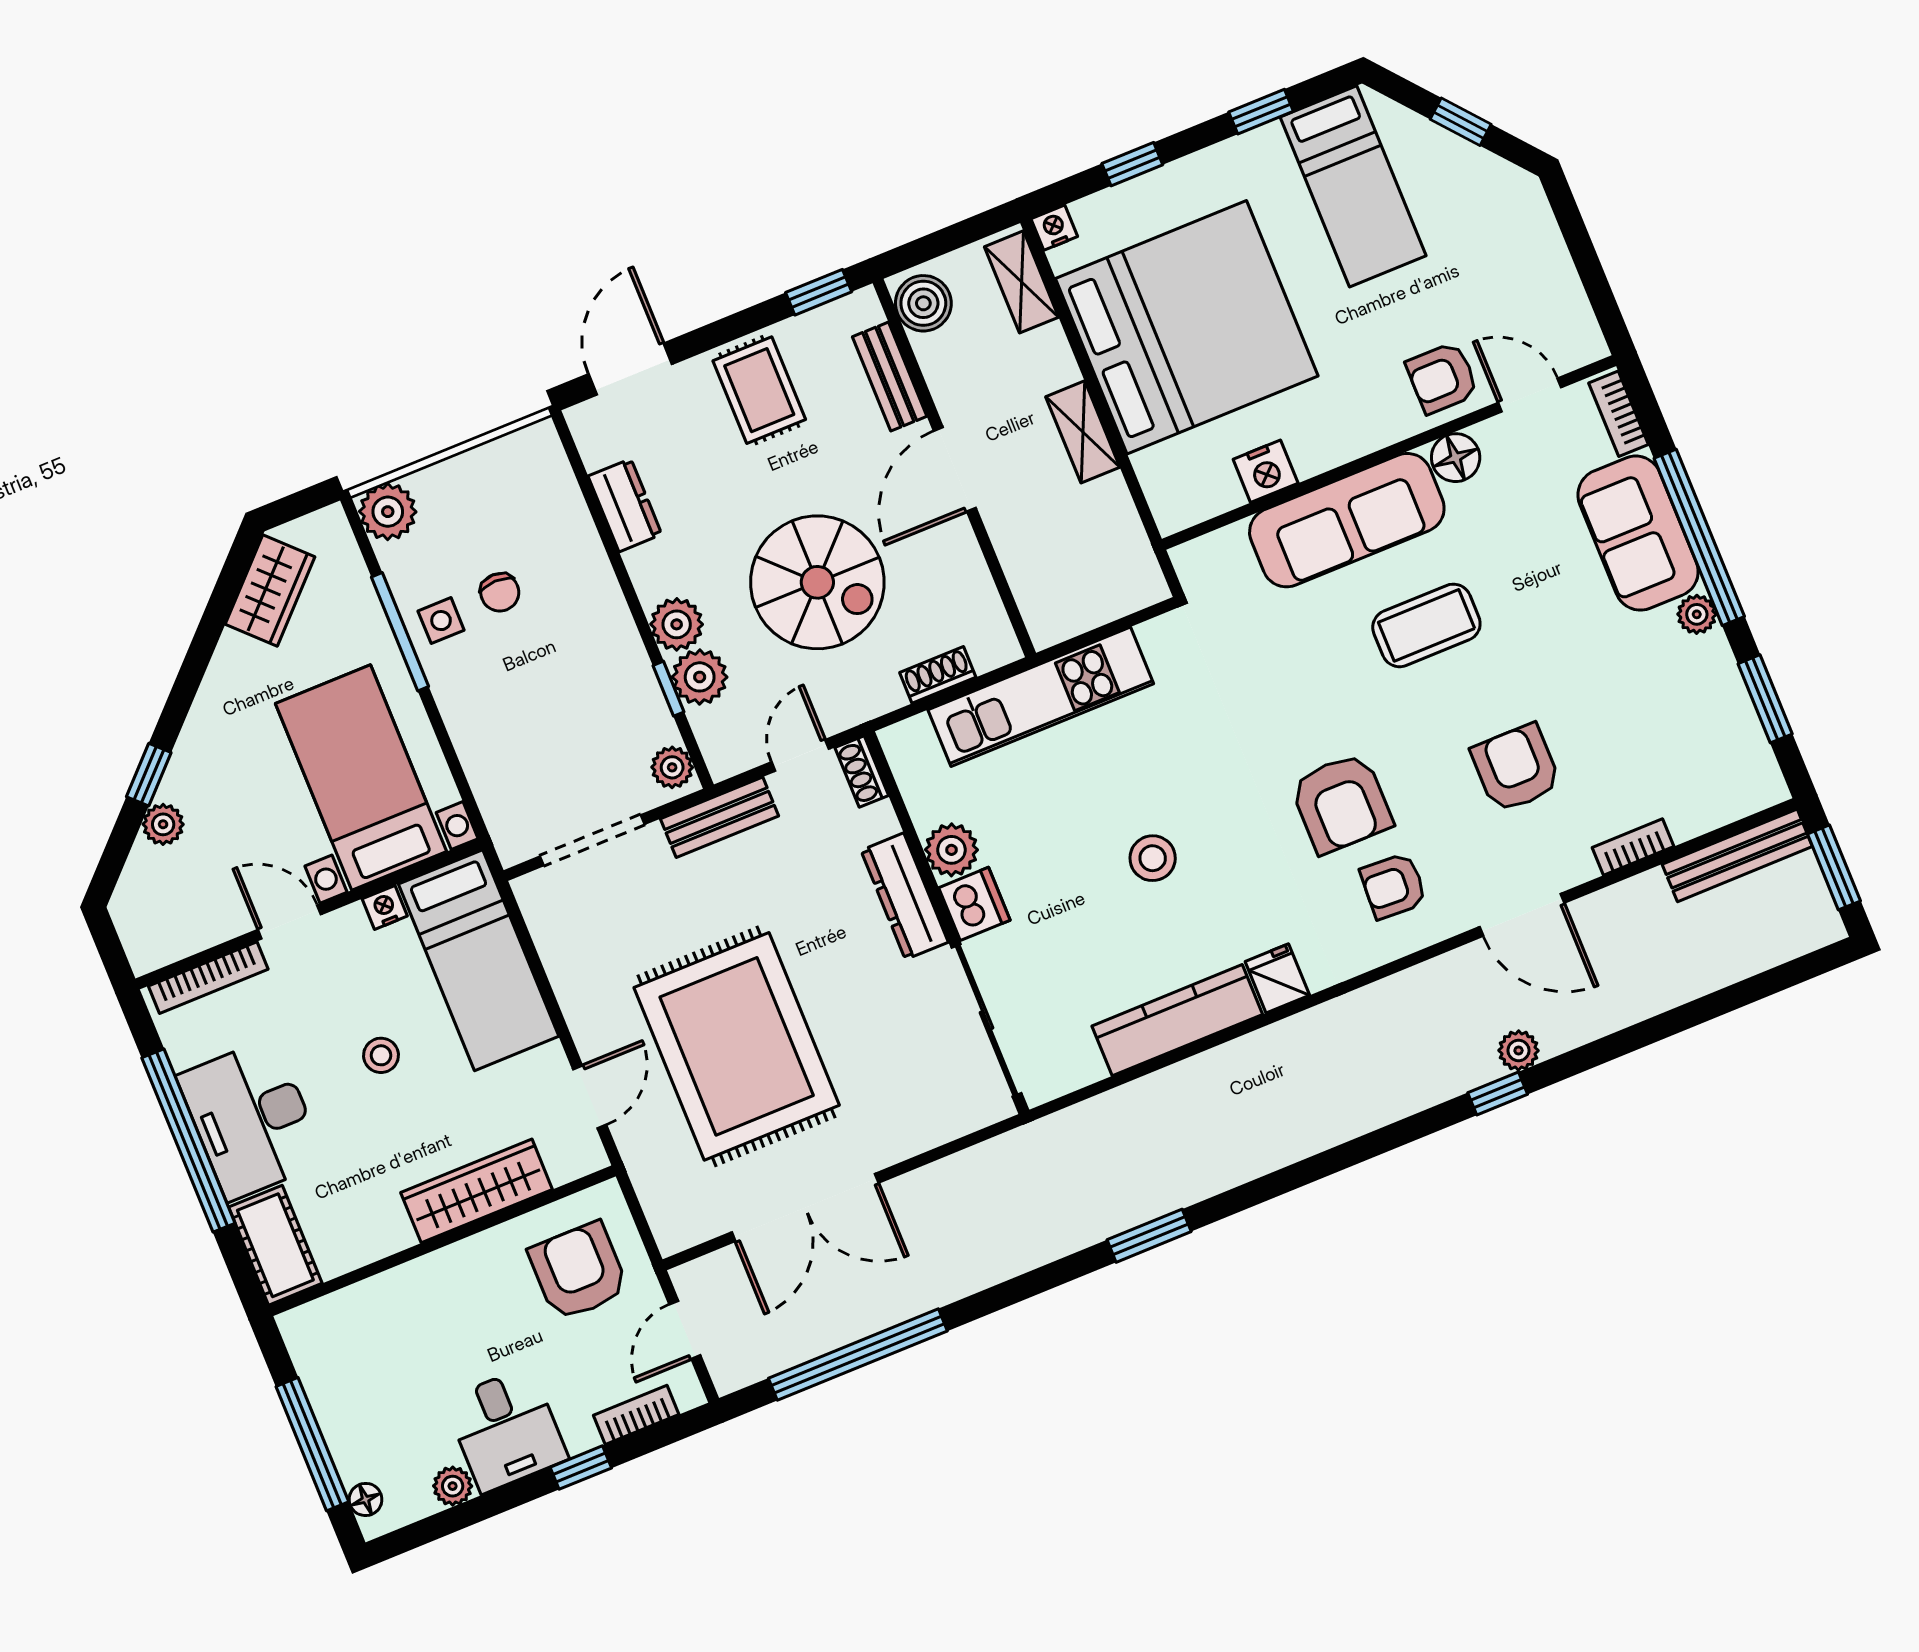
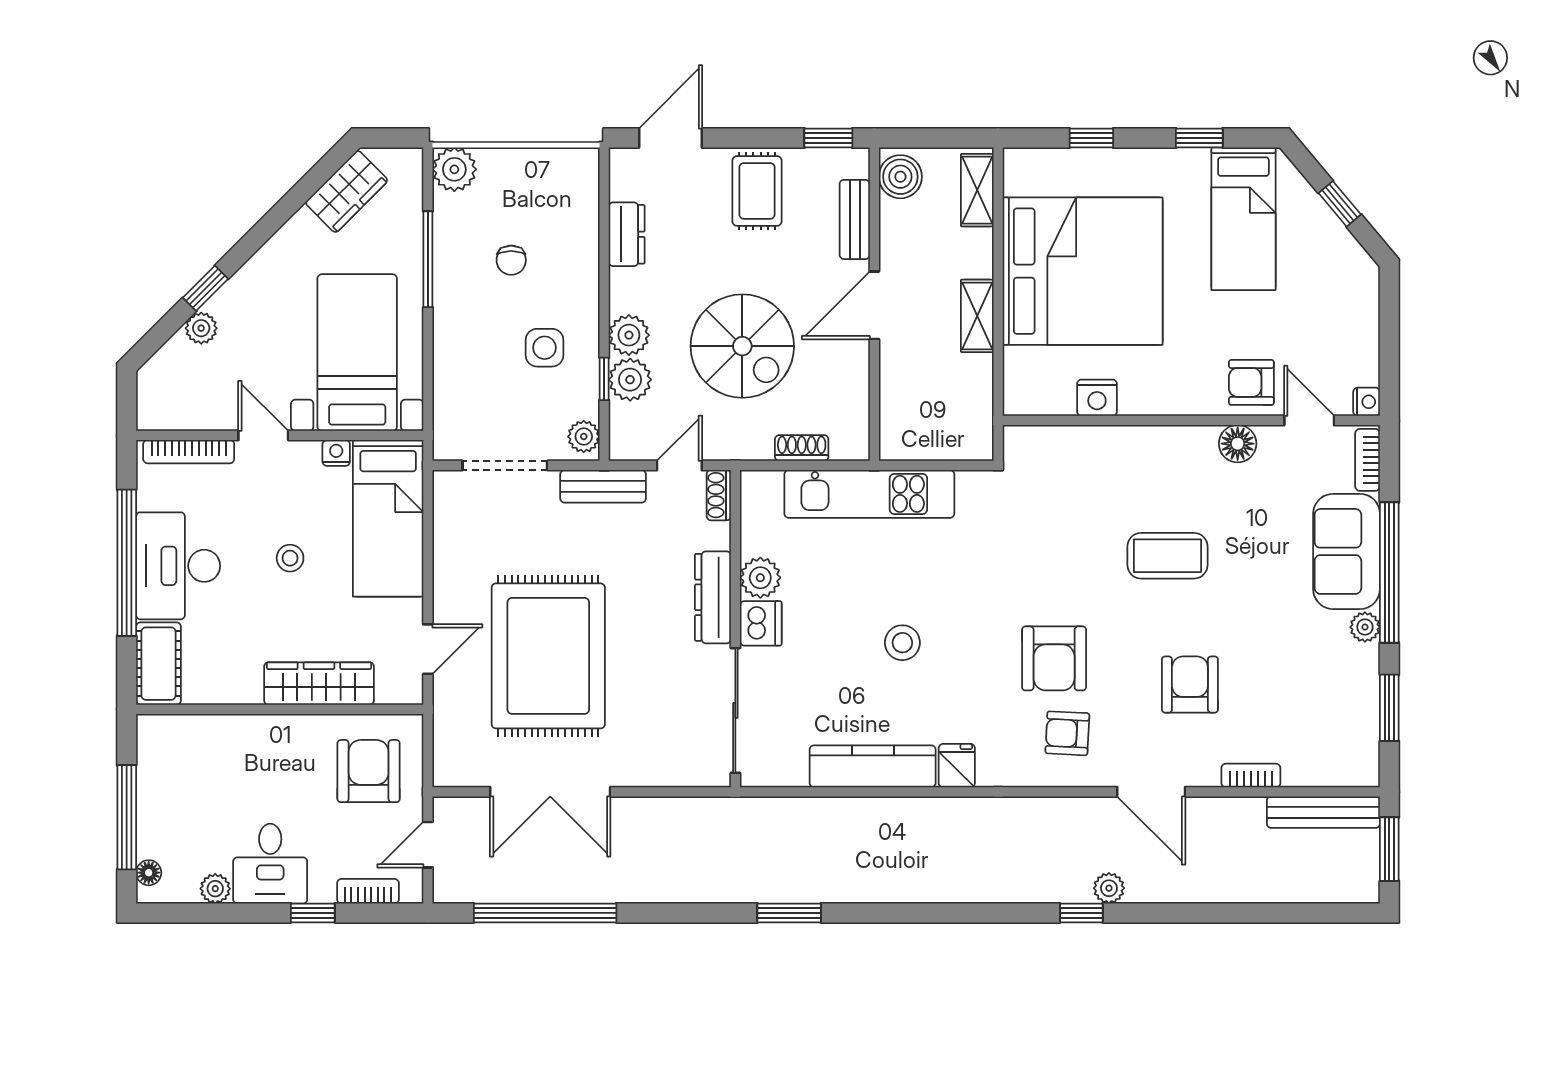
nightstand: (1054, 228) -> (1367, 402), moved, turned 90
sofa: (1347, 520) -> (1141, 457), removed
side table: (441, 621) -> (545, 348), moved, width x1.37, depth x1.37

